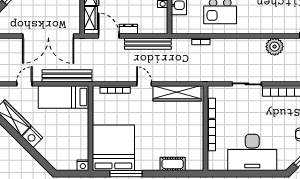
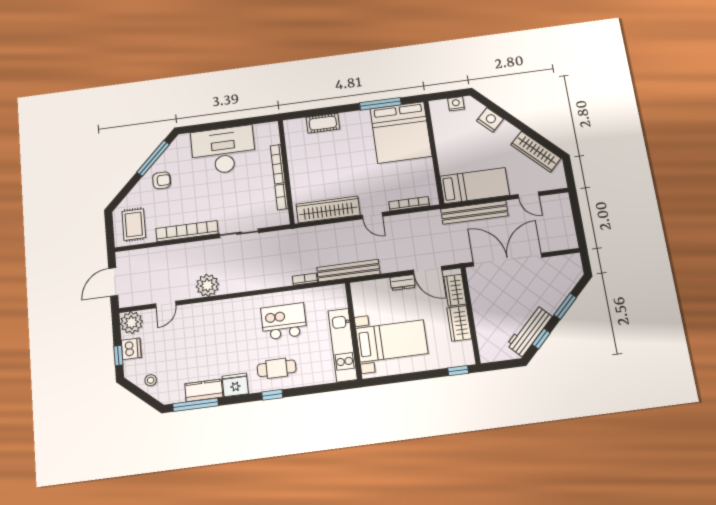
bench: (148, 44) -> (348, 271), moved
door: (24, 84) -> (528, 195), hinge flipped
nightstand: (32, 137) -> (490, 120), moved
nightstand: (83, 165) -> (456, 104), moved

